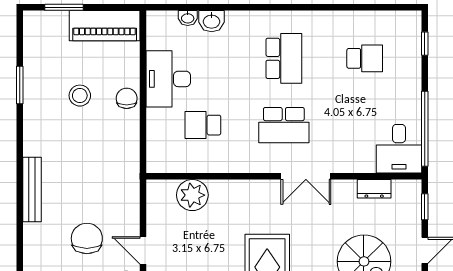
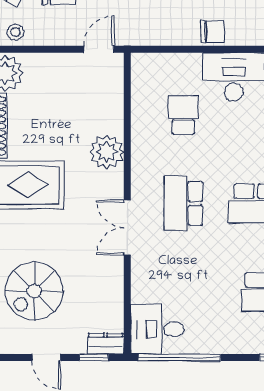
dresser: (374, 189) -> (105, 344), moved, turned 90
plant: (192, 195) -> (107, 152), moved
door: (143, 250) -> (99, 49), moved

